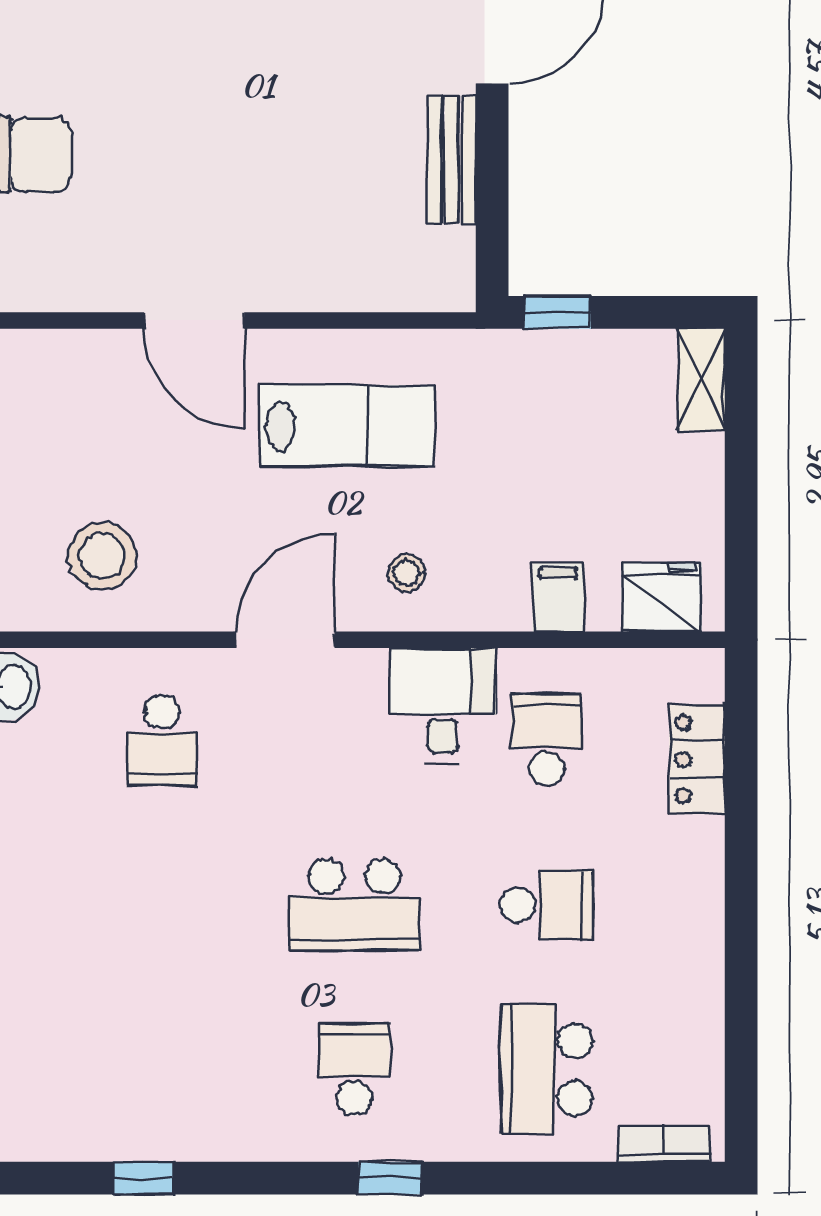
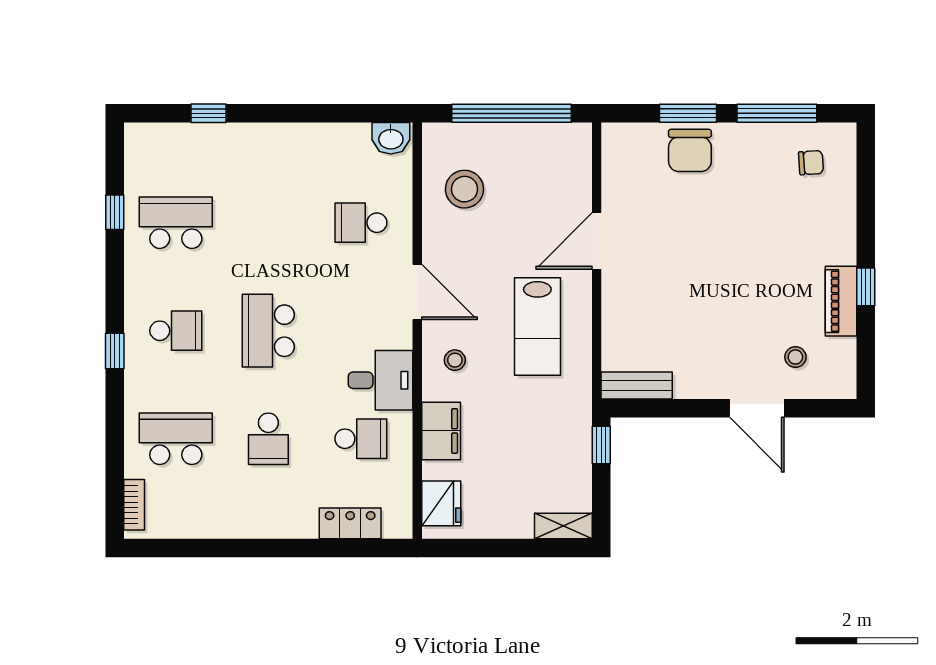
bench: (452, 160) -> (637, 386), moved
filing cabinet: (558, 597) -> (441, 431), width x2.00
school desk: (162, 1070) -> (176, 223), added

